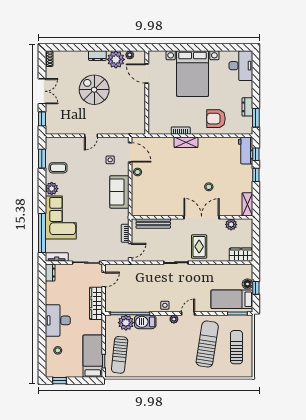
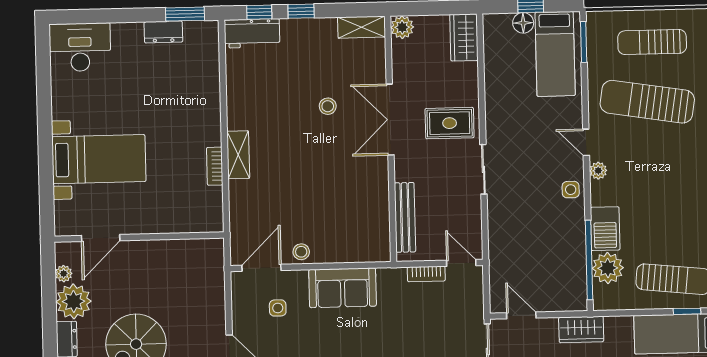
bed with nightstands: (193, 74) -> (99, 159), width x0.73
armchair: (216, 119) -> (189, 95), removed
plant: (231, 224) -> (402, 27), moved
wardrobe: (96, 303) -> (581, 329), width x0.67

